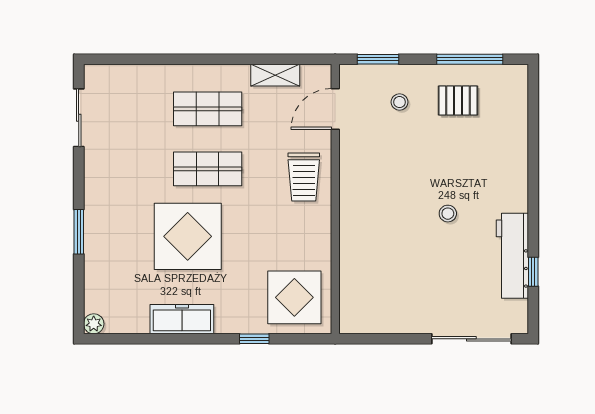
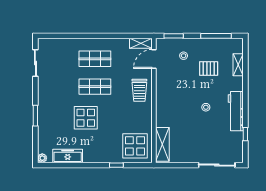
shelving: (275, 75) -> (141, 43), moved
pallet: (458, 100) -> (209, 69), moved
shelving: (518, 122) -> (238, 65), added
display table: (188, 236) -> (86, 118), width x0.73, depth x0.73
workbench: (512, 256) -> (236, 111), moved
shelving: (354, 294) -> (162, 144), added
freezer: (182, 319) -> (68, 156), moved

